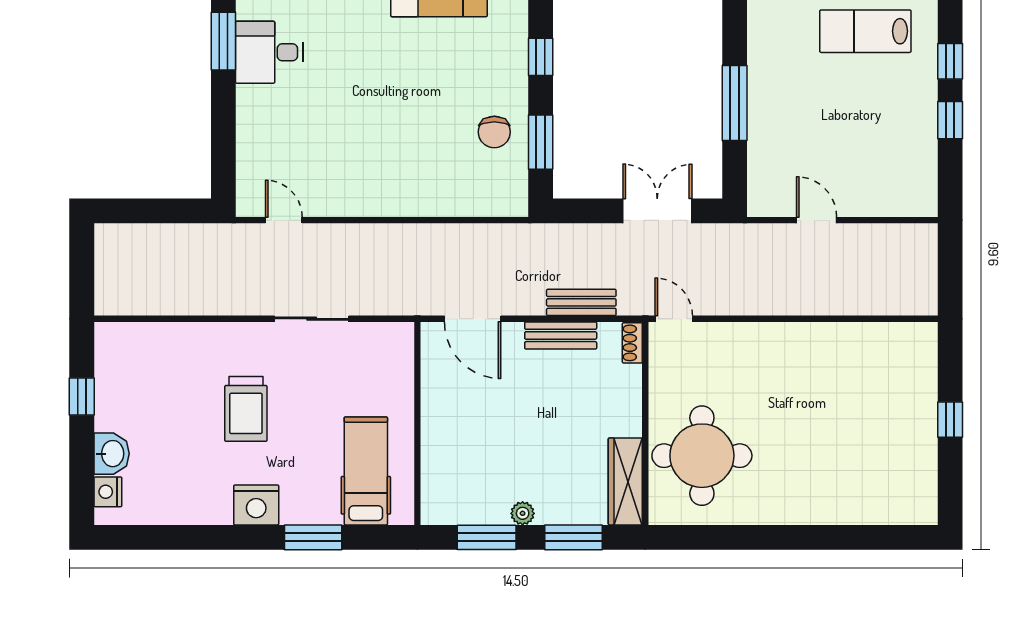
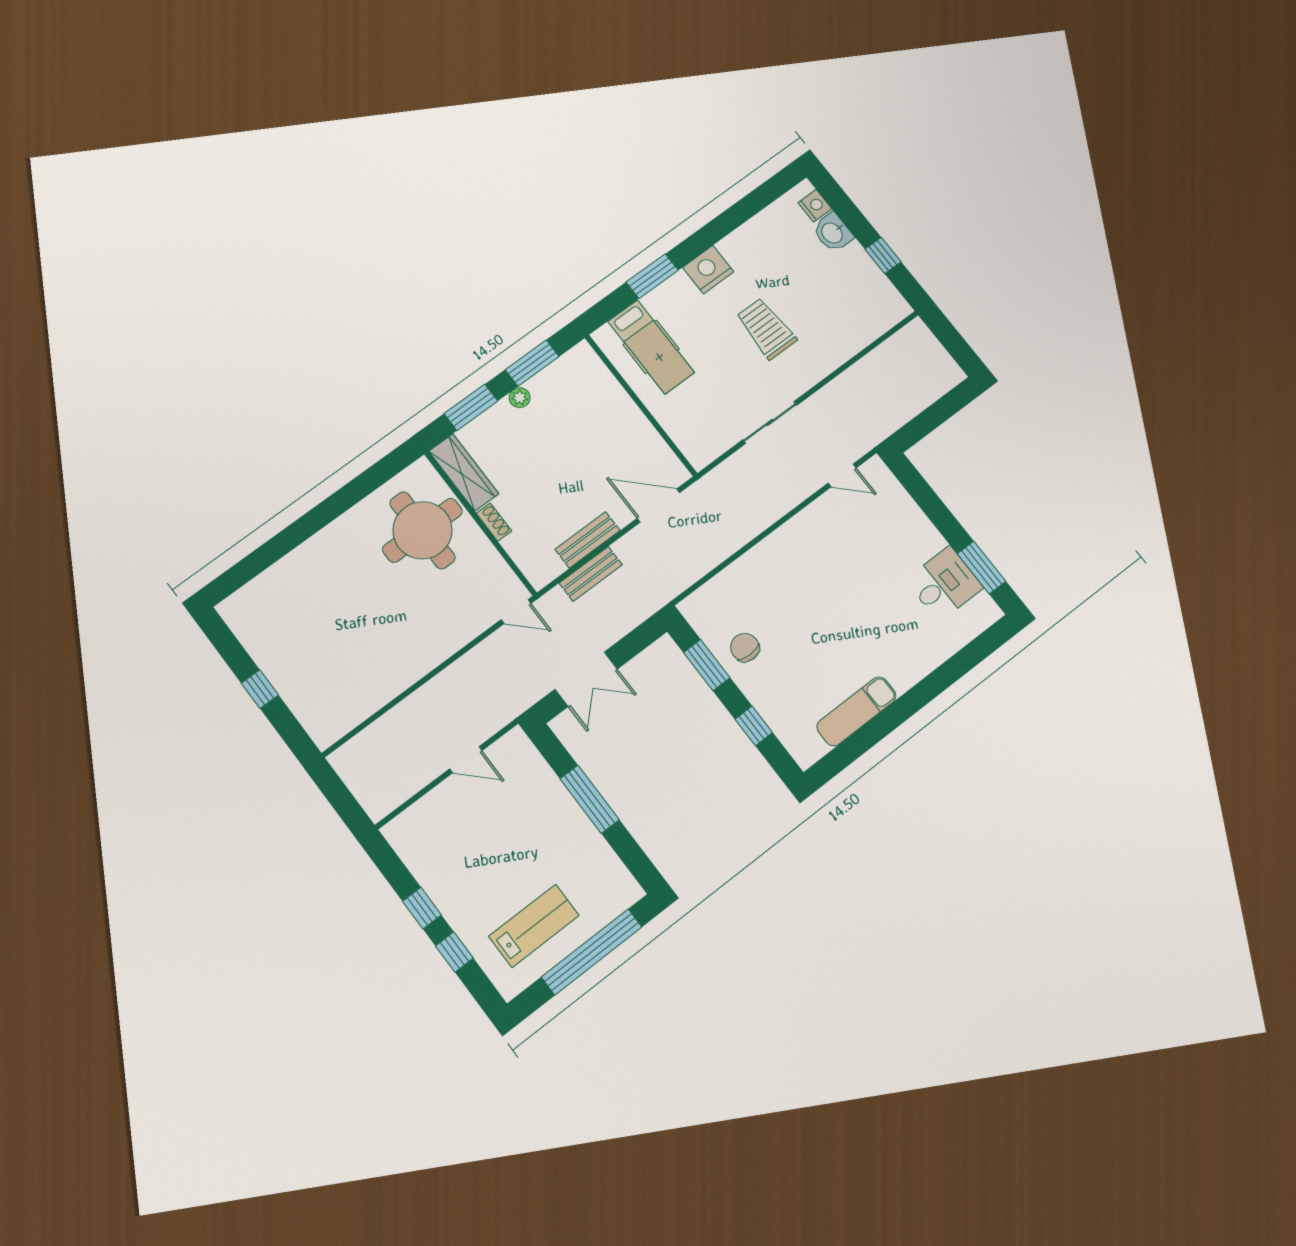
shoe rack: (632, 343) -> (494, 522), moved

